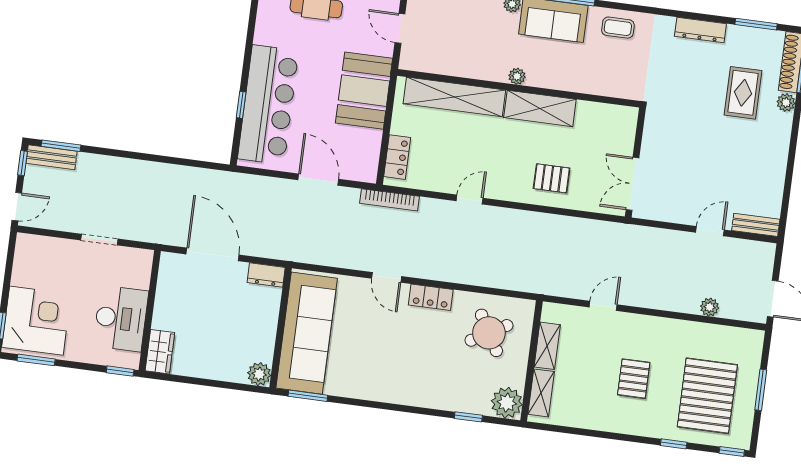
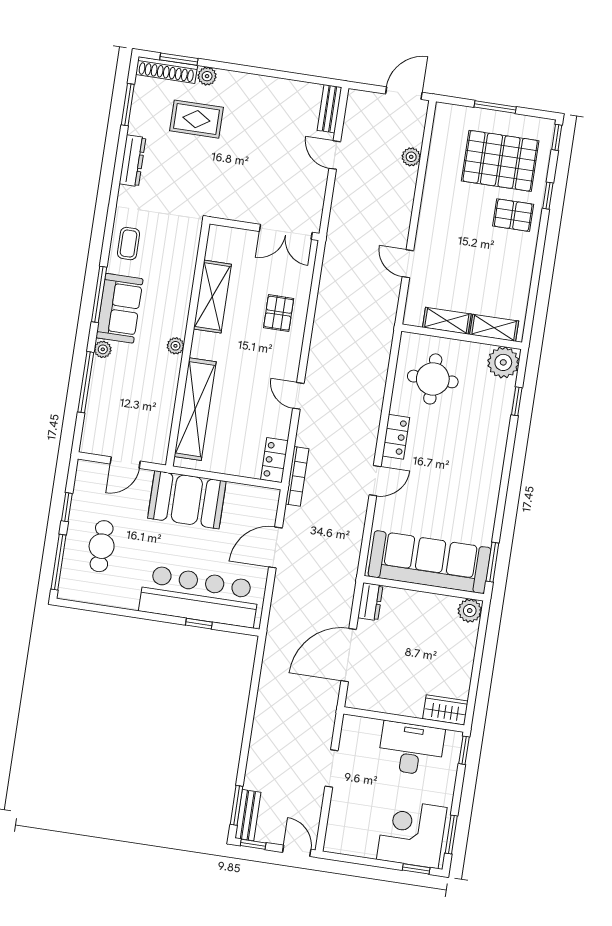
shelving: (540, 108) -> (212, 297), moved
locker: (397, 157) -> (274, 460), moved, turned -90
round table: (489, 333) -> (433, 379), turned 30
pallet: (634, 379) -> (513, 215), moved

